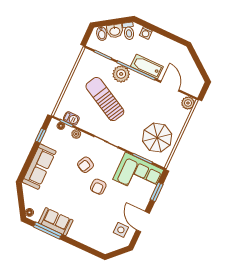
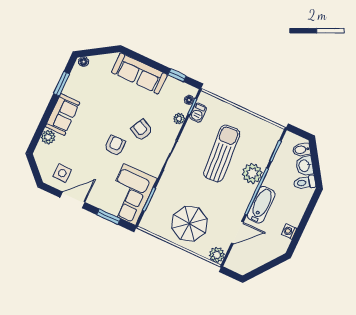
washing machine: (146, 33) -> (289, 231), moved
sun lounger: (105, 99) -> (222, 154), turned -32
parasol: (157, 138) -> (189, 224), moved
armchair: (98, 187) -> (115, 145), turned 90
sofa: (56, 222) -> (63, 115), moved
window: (48, 230) -> (61, 84), width x0.69
plant: (91, 241) -> (48, 137), added

